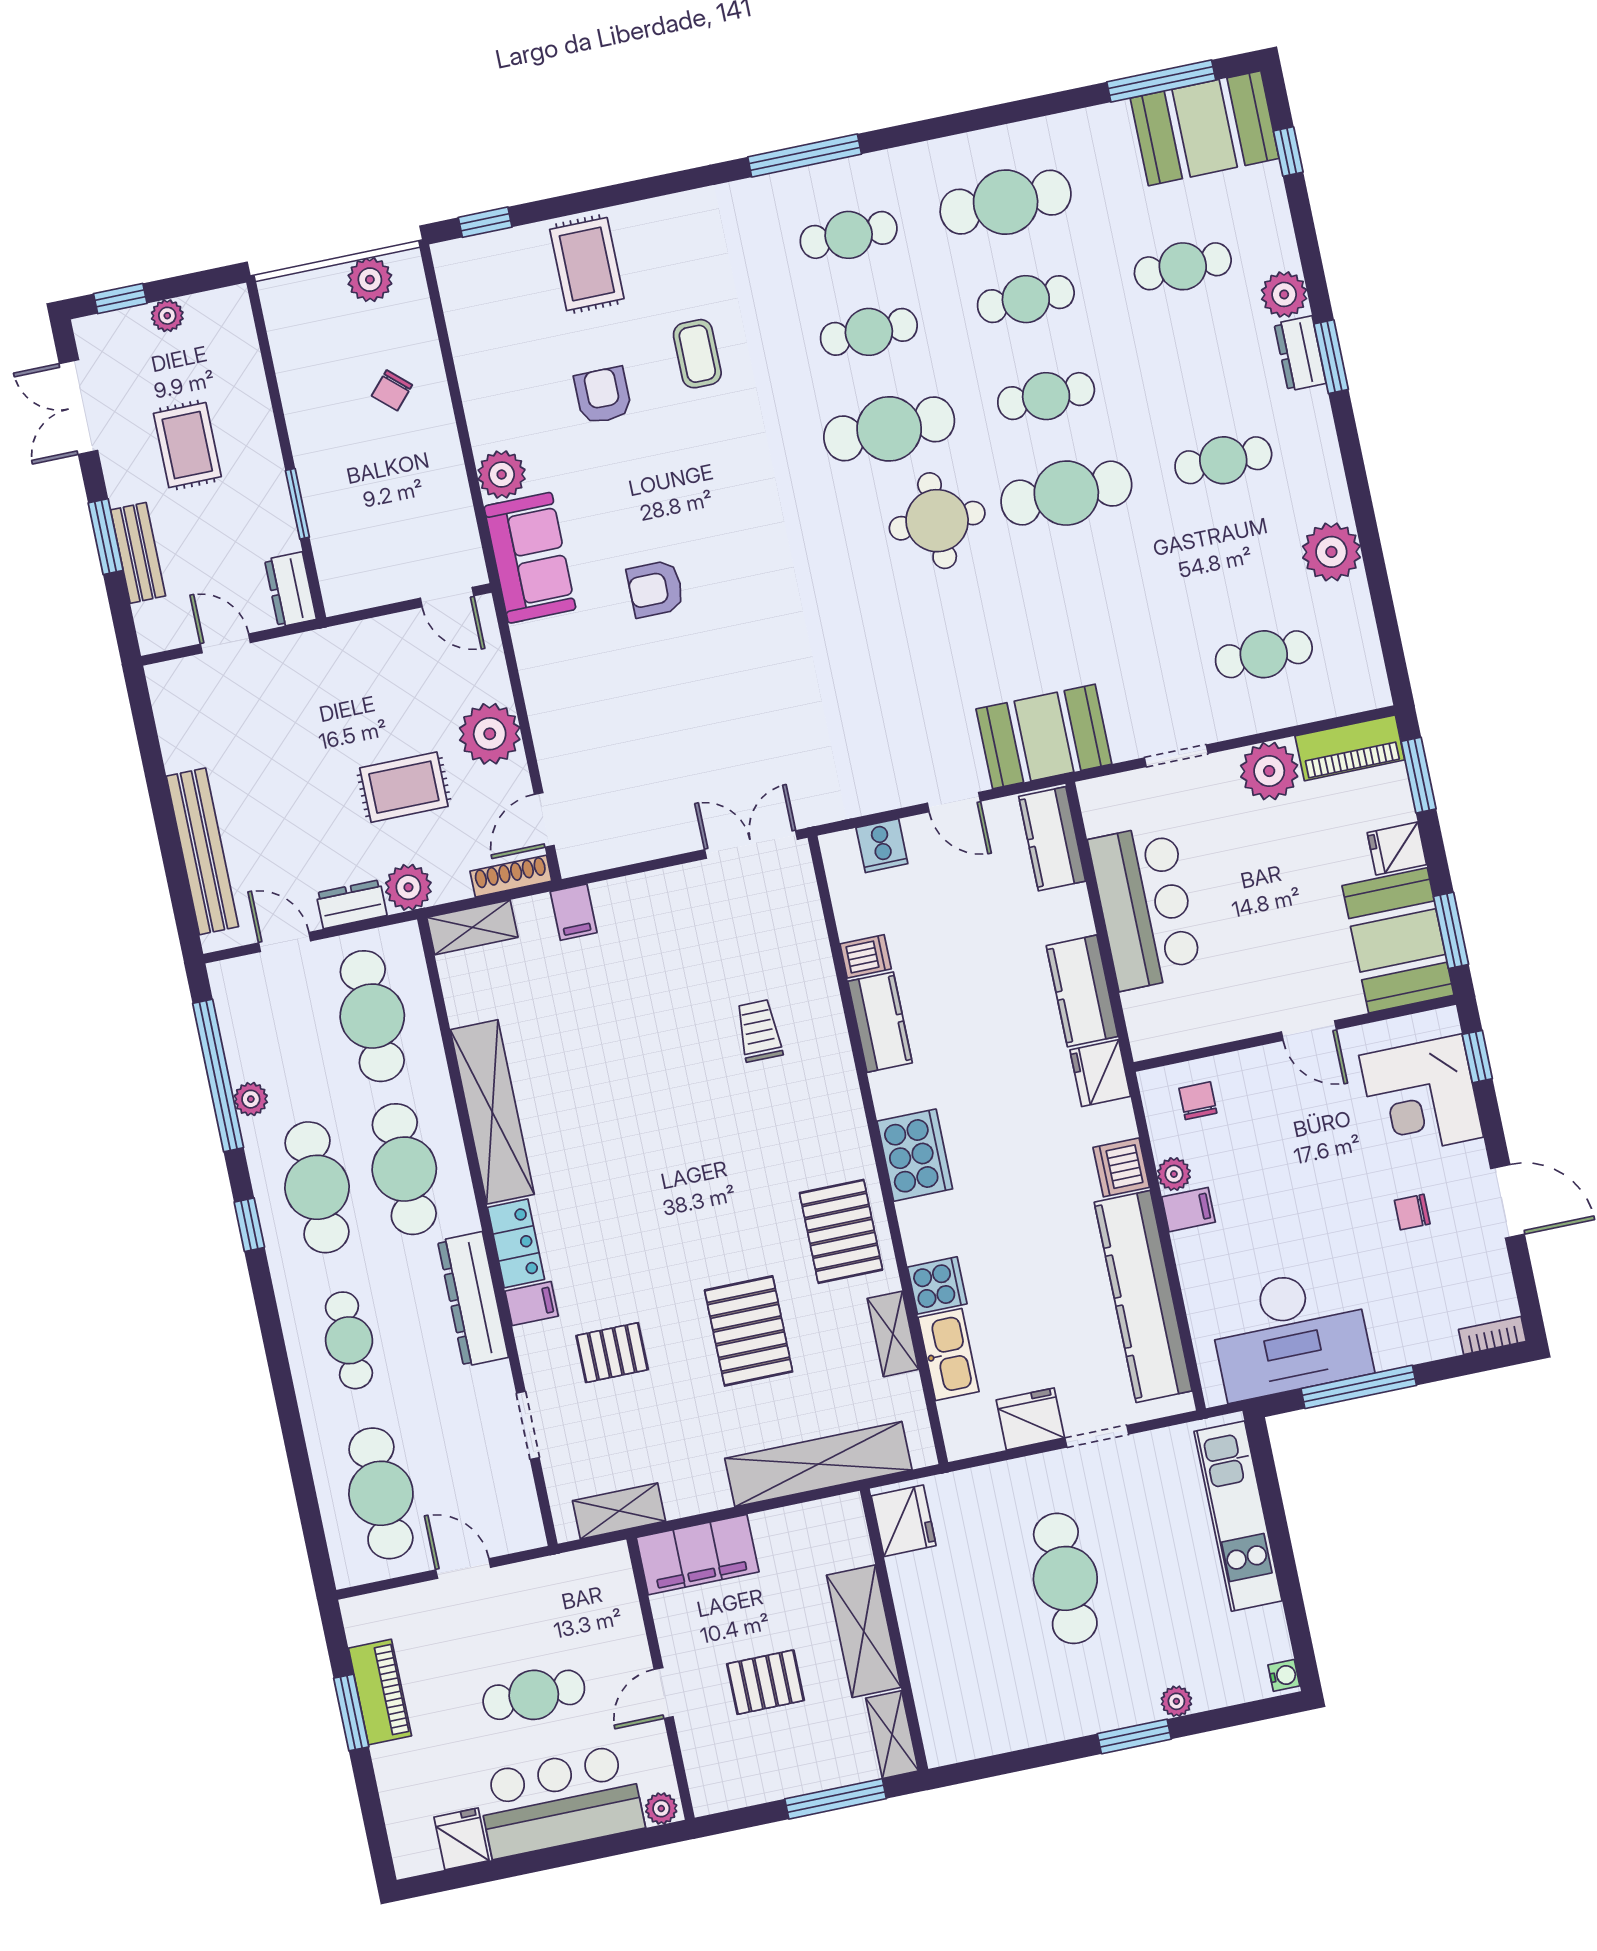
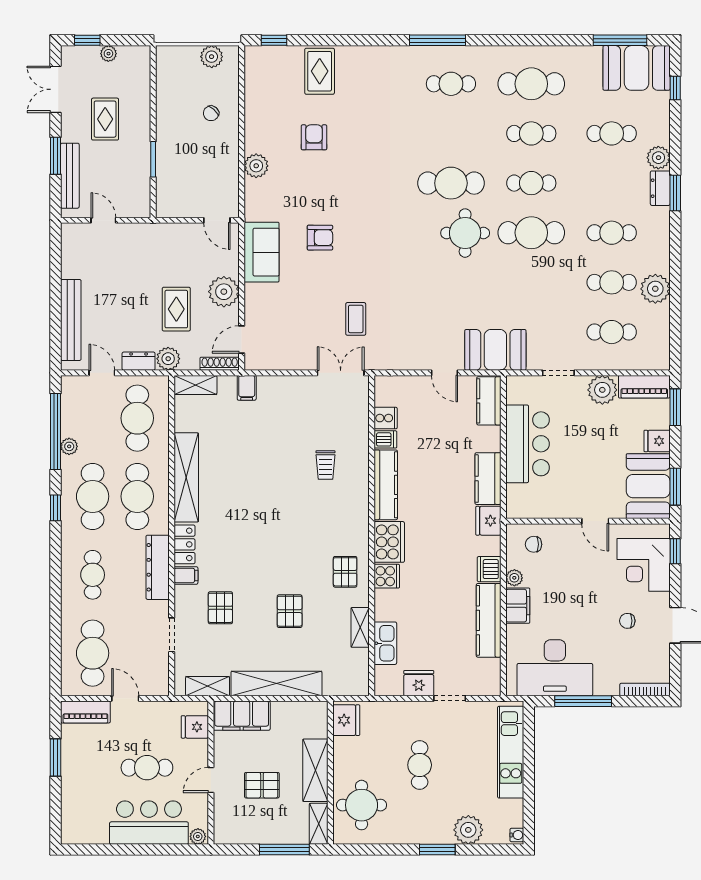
cafe table: (869, 332) -> (612, 282), moved
coffee table: (697, 354) -> (356, 319), moved
bench: (138, 553) -> (70, 176), width x1.36
sofa: (530, 558) -> (262, 252), moved
dresser: (290, 589) -> (141, 200), removed
armchair: (655, 589) -> (320, 238), turned 180
rug: (404, 787) -> (176, 309), turned 90
cooker: (882, 846) -> (386, 418), moved, turned -90
kitchen counter: (880, 1022) -> (386, 485), width x1.50
trolley: (759, 1031) -> (325, 465), turned 180
chair: (1198, 1101) -> (534, 544), turned -90
filing cabinet: (1189, 1210) -> (518, 606), width x2.00
pallet: (841, 1231) -> (345, 572), width x0.67, depth x0.71
cooker: (937, 1285) -> (387, 576), moved
kitchen counter: (1143, 1297) -> (489, 620), width x0.72, depth x0.86
pallet: (749, 1331) -> (290, 611), width x0.67, depth x0.71
bookcase: (1492, 1335) -> (645, 690), width x1.56
pallet: (612, 1353) -> (220, 608), turned 90
shelving: (818, 1464) -> (276, 684), moved
cafe table: (1065, 1578) -> (420, 765), width x0.73, depth x0.74
round table: (968, 1680) -> (362, 805), added
piano: (380, 1692) -> (85, 712), moved, turned 90
plant: (1176, 1701) -> (468, 830), width x1.88, depth x1.88
fridge: (462, 1839) -> (195, 727), moved, turned -90

